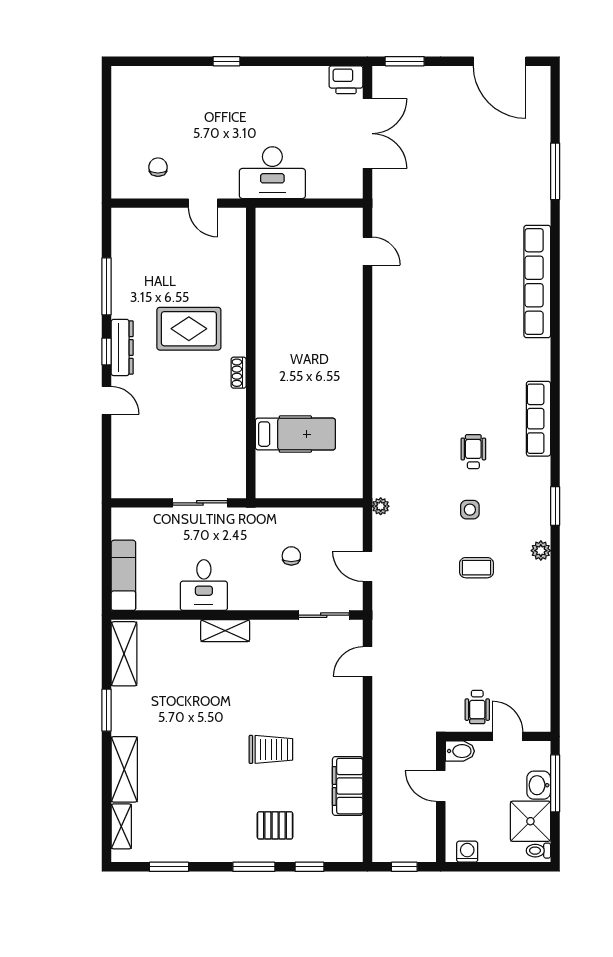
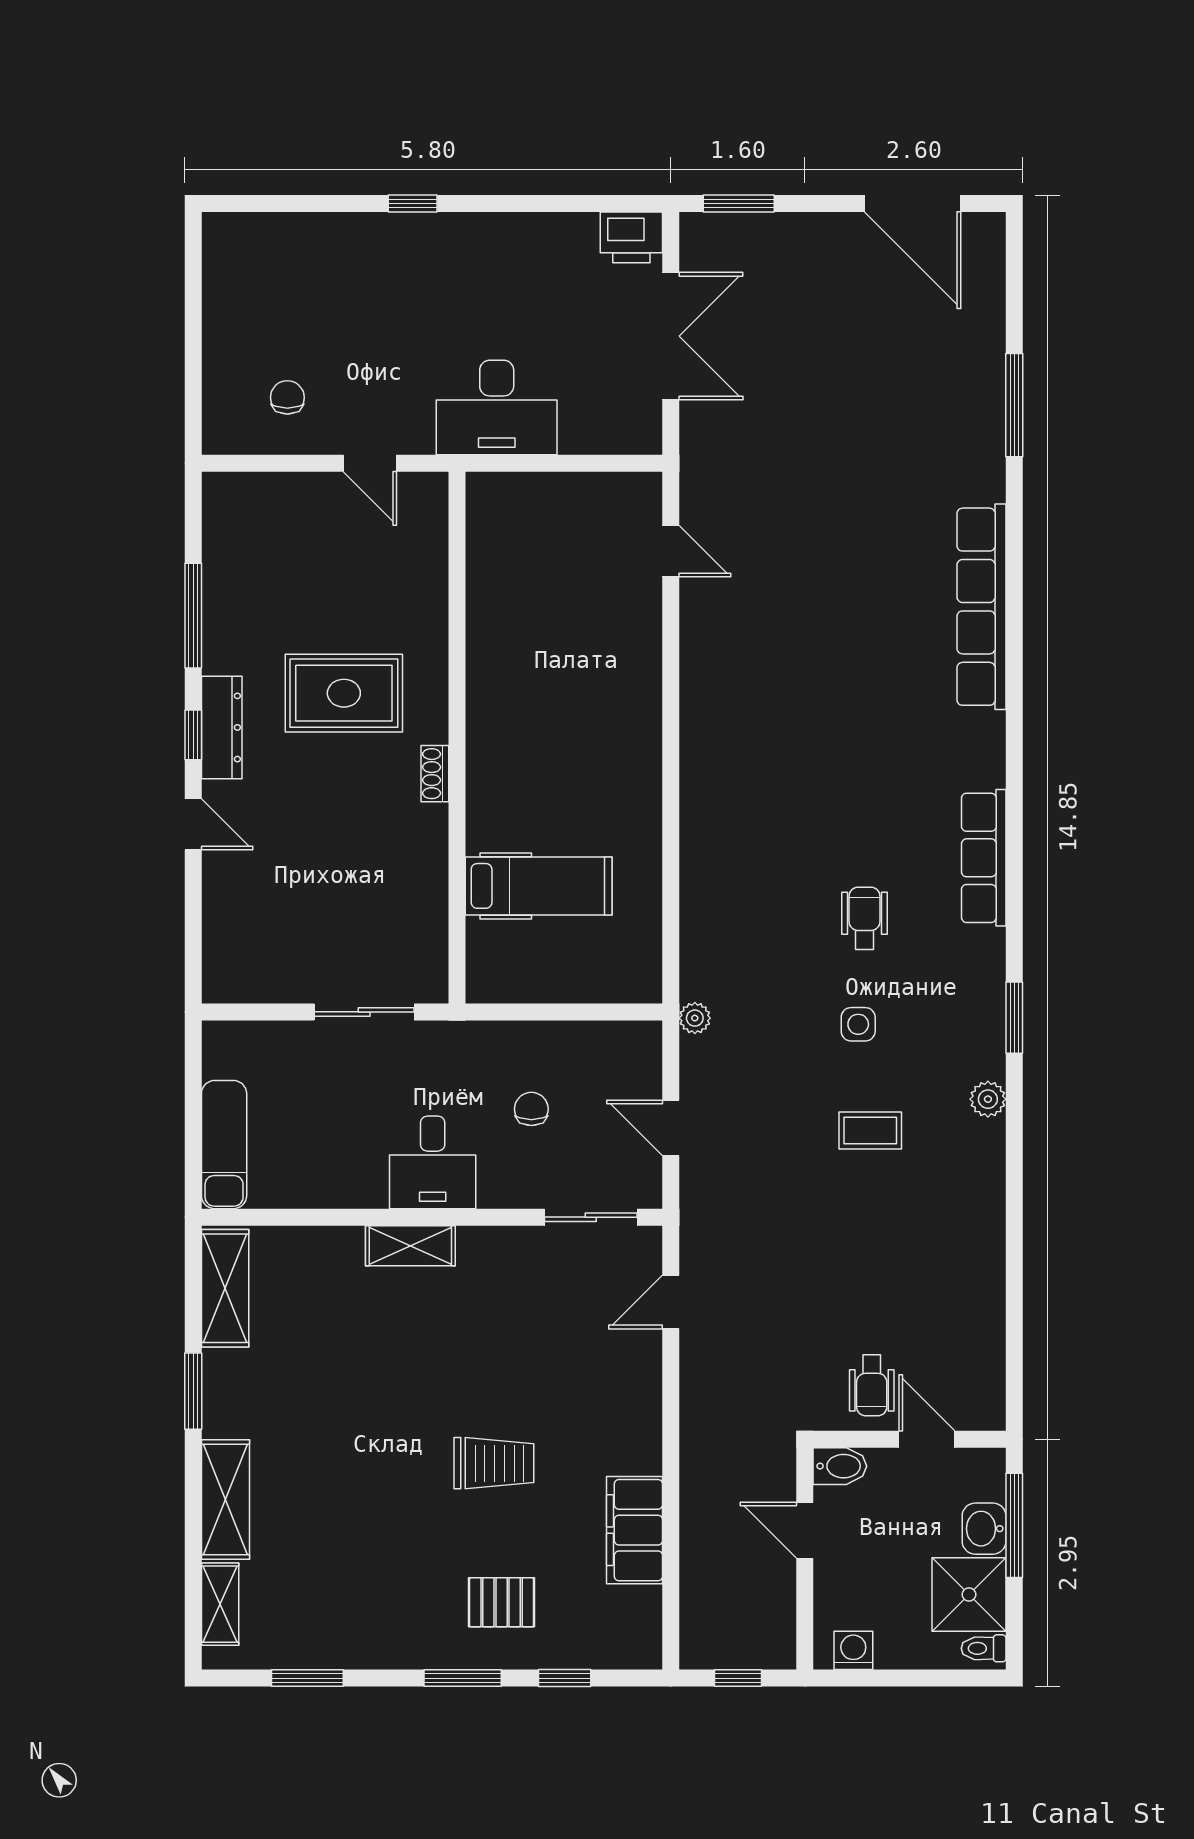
desk: (204, 585) -> (433, 1162), moved

